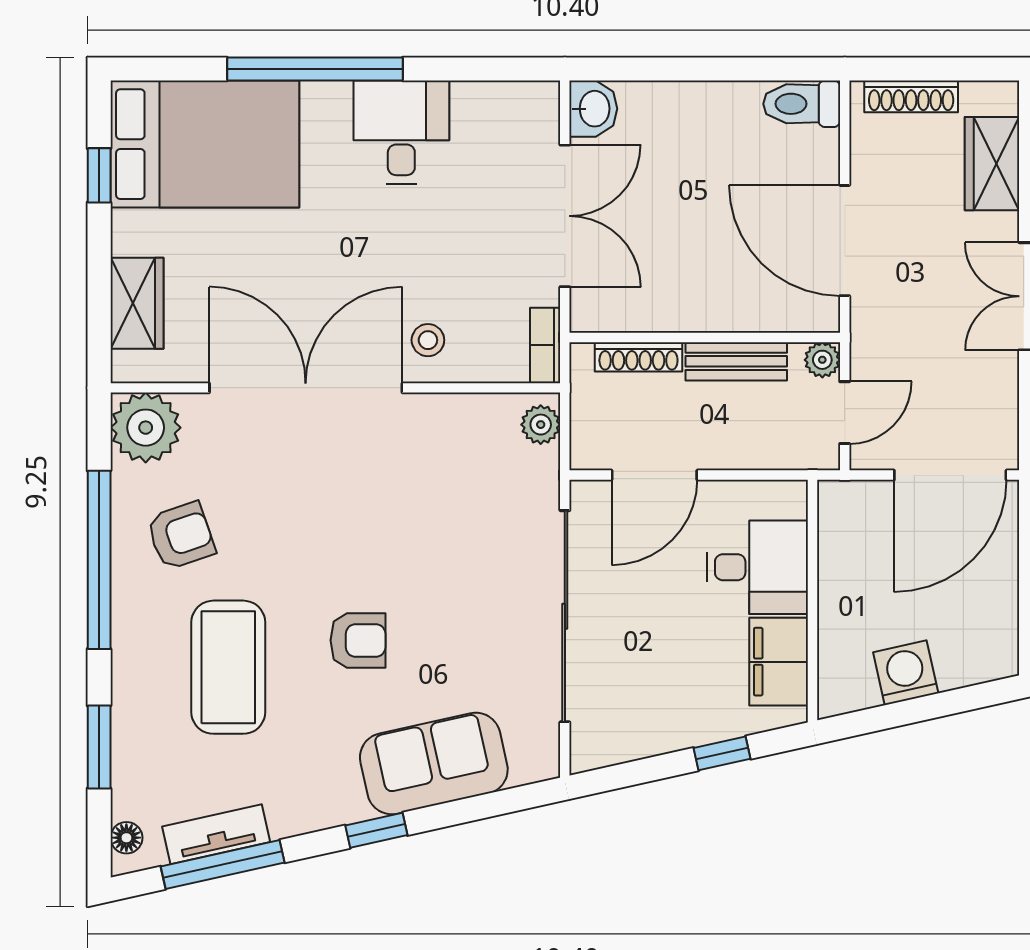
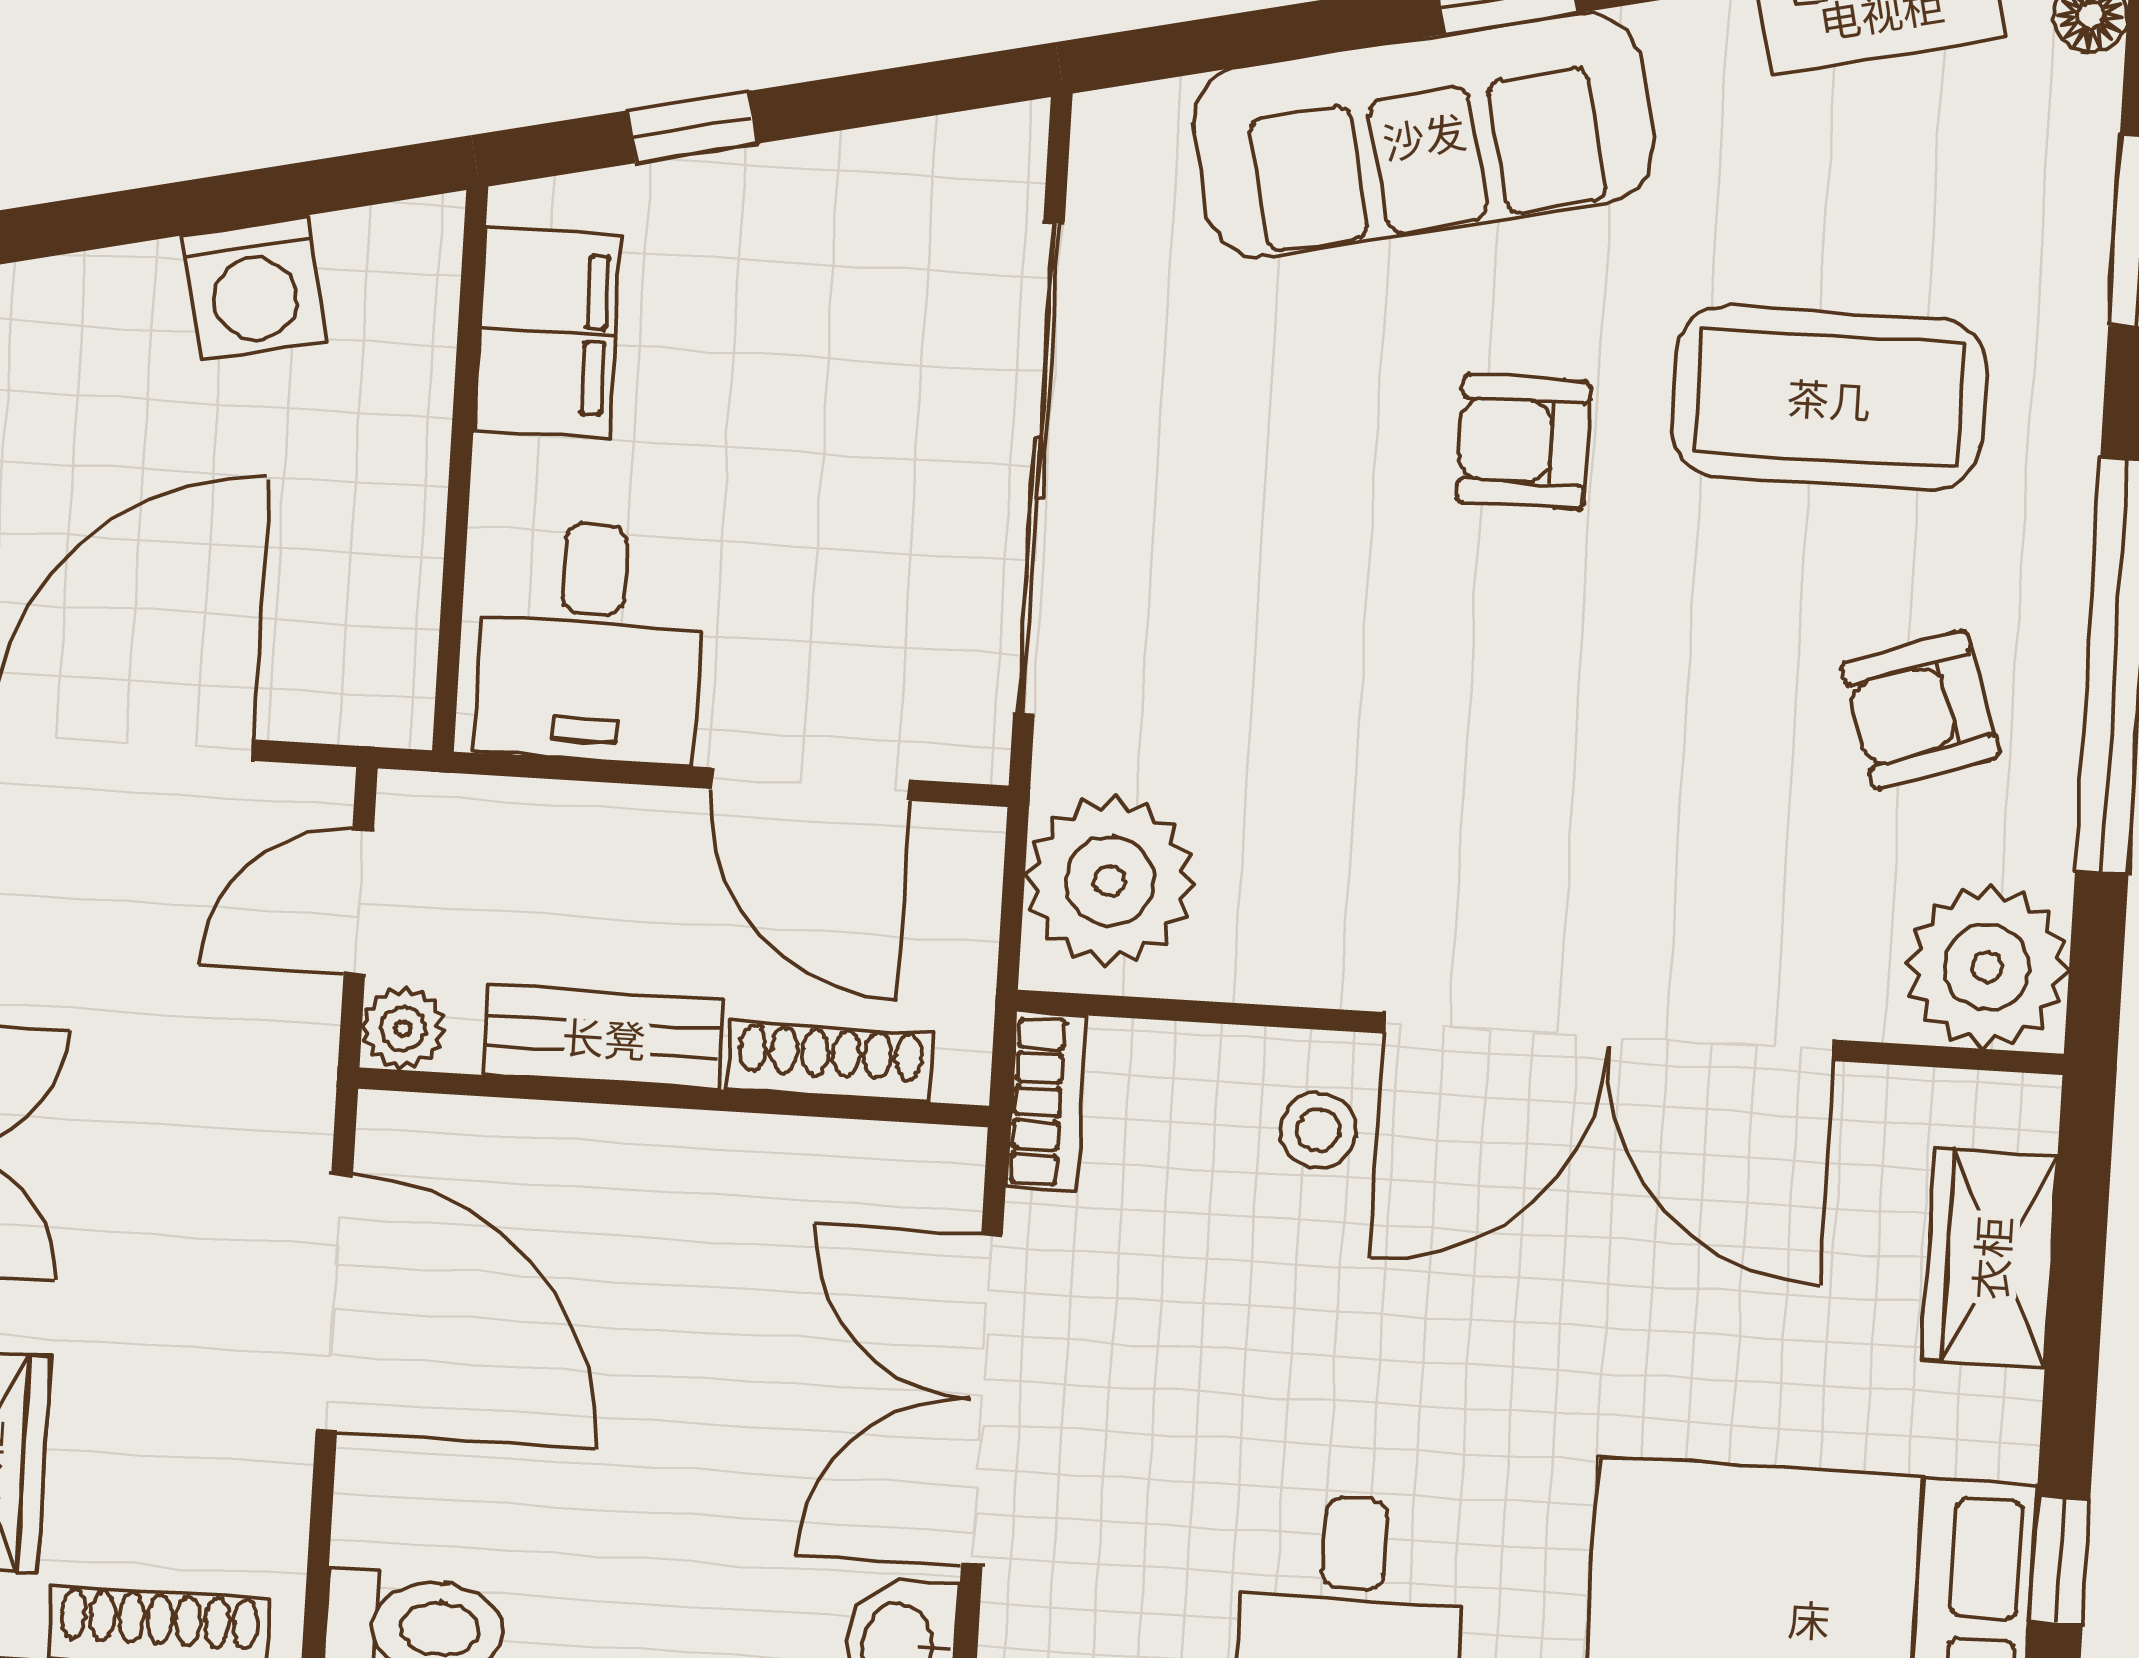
plant: (541, 425) -> (1110, 881), width x1.87, depth x1.87
door: (654, 475) -> (810, 784), swing flipped
desk: (757, 567) -> (590, 642), moved, turned -90
coffee table: (228, 667) -> (1829, 398), turned 90
sofa: (434, 764) -> (1424, 135), width x1.36

